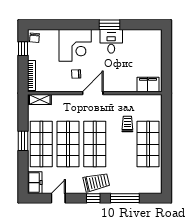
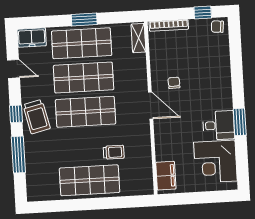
corner desk: (75, 45) -> (215, 162), moved

